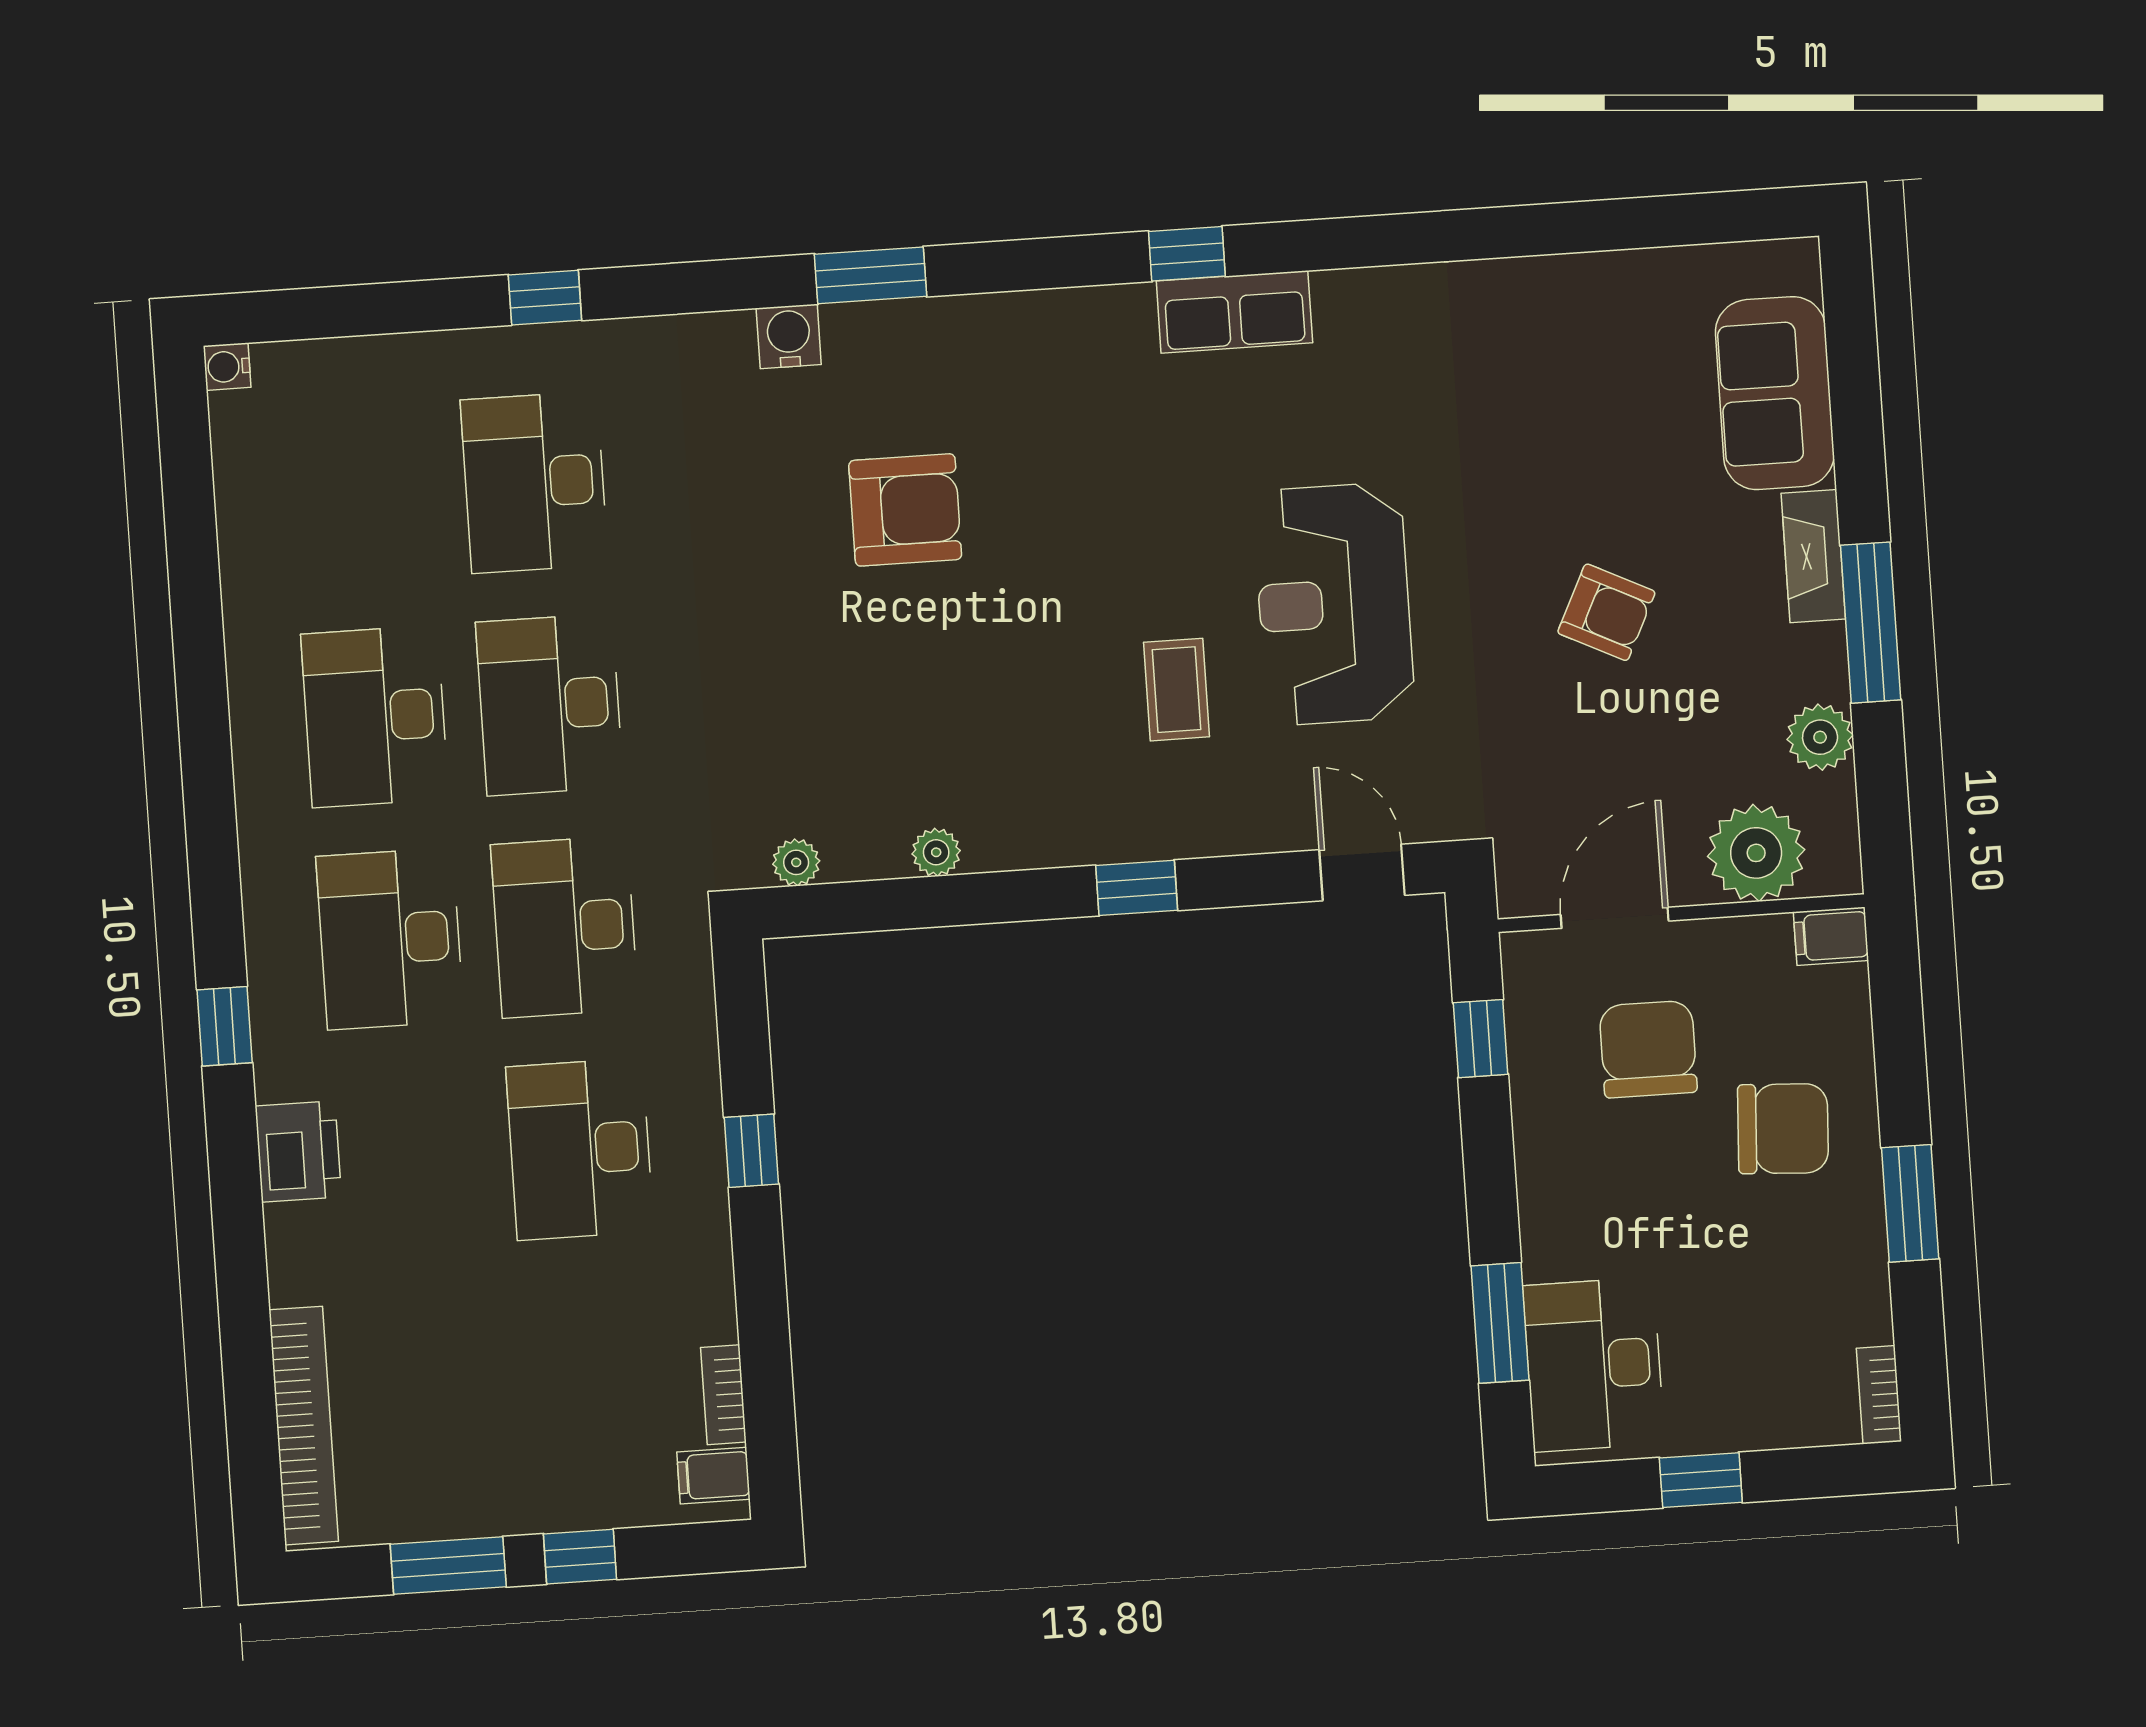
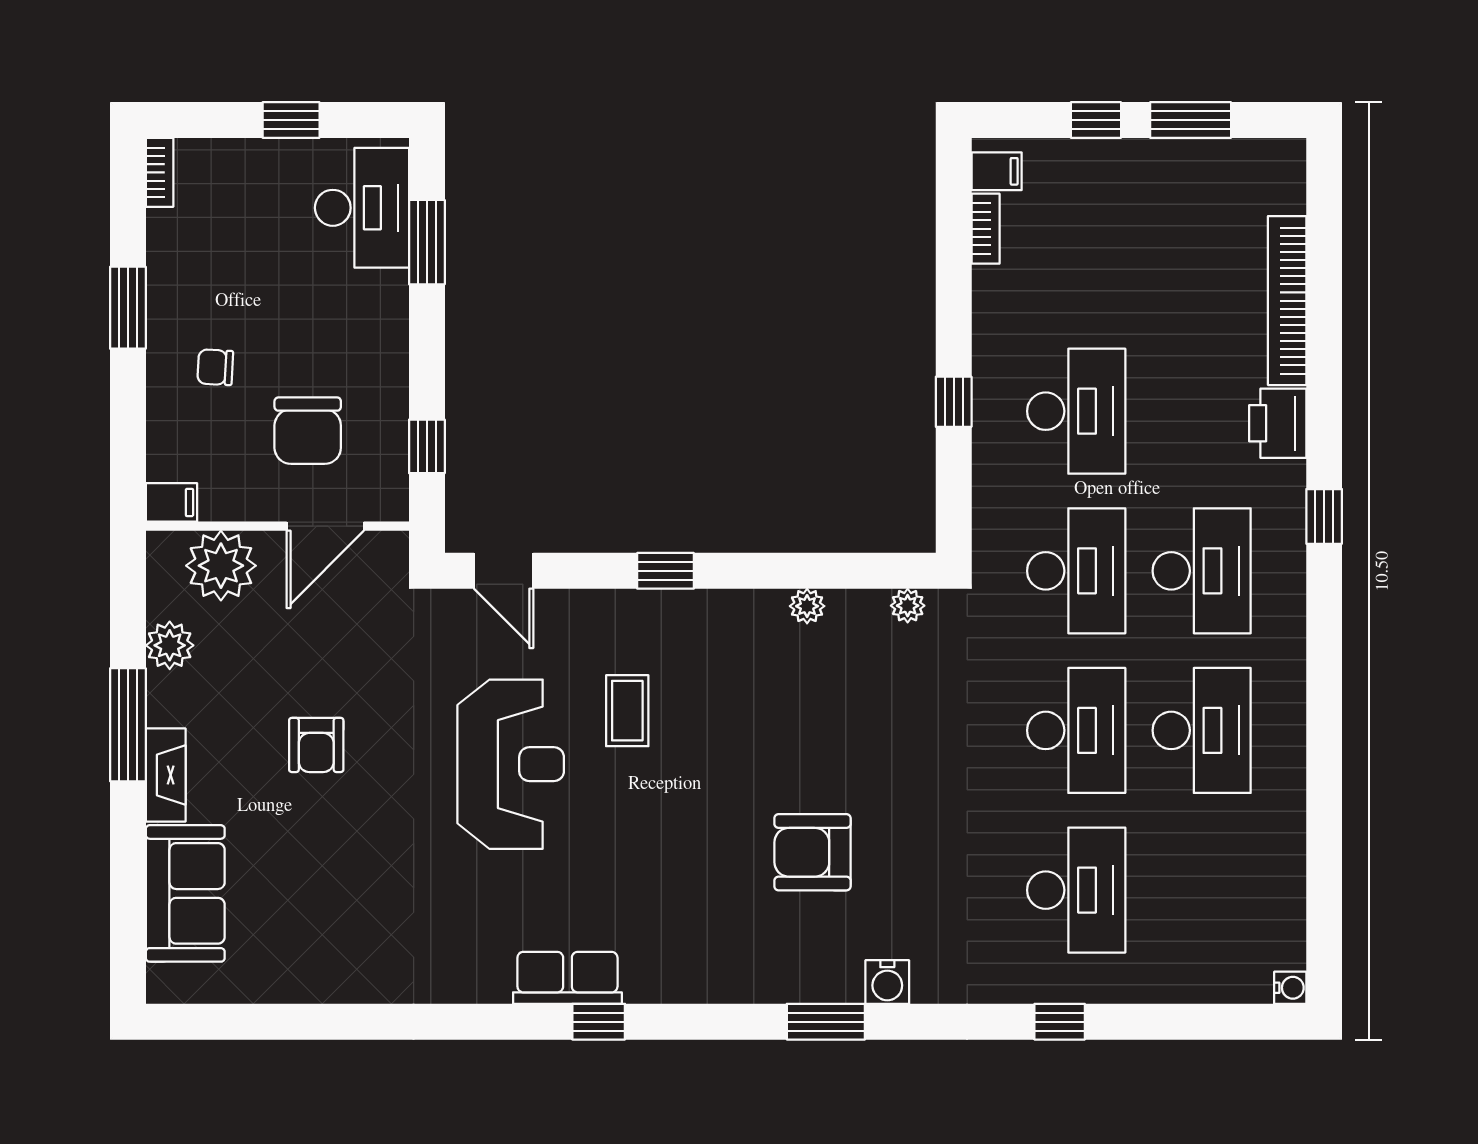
armchair: (1606, 612) -> (316, 745), turned -116
chair: (1783, 1129) -> (215, 367), width x0.54, depth x0.54
bookcase: (304, 1426) -> (1287, 301), moved

